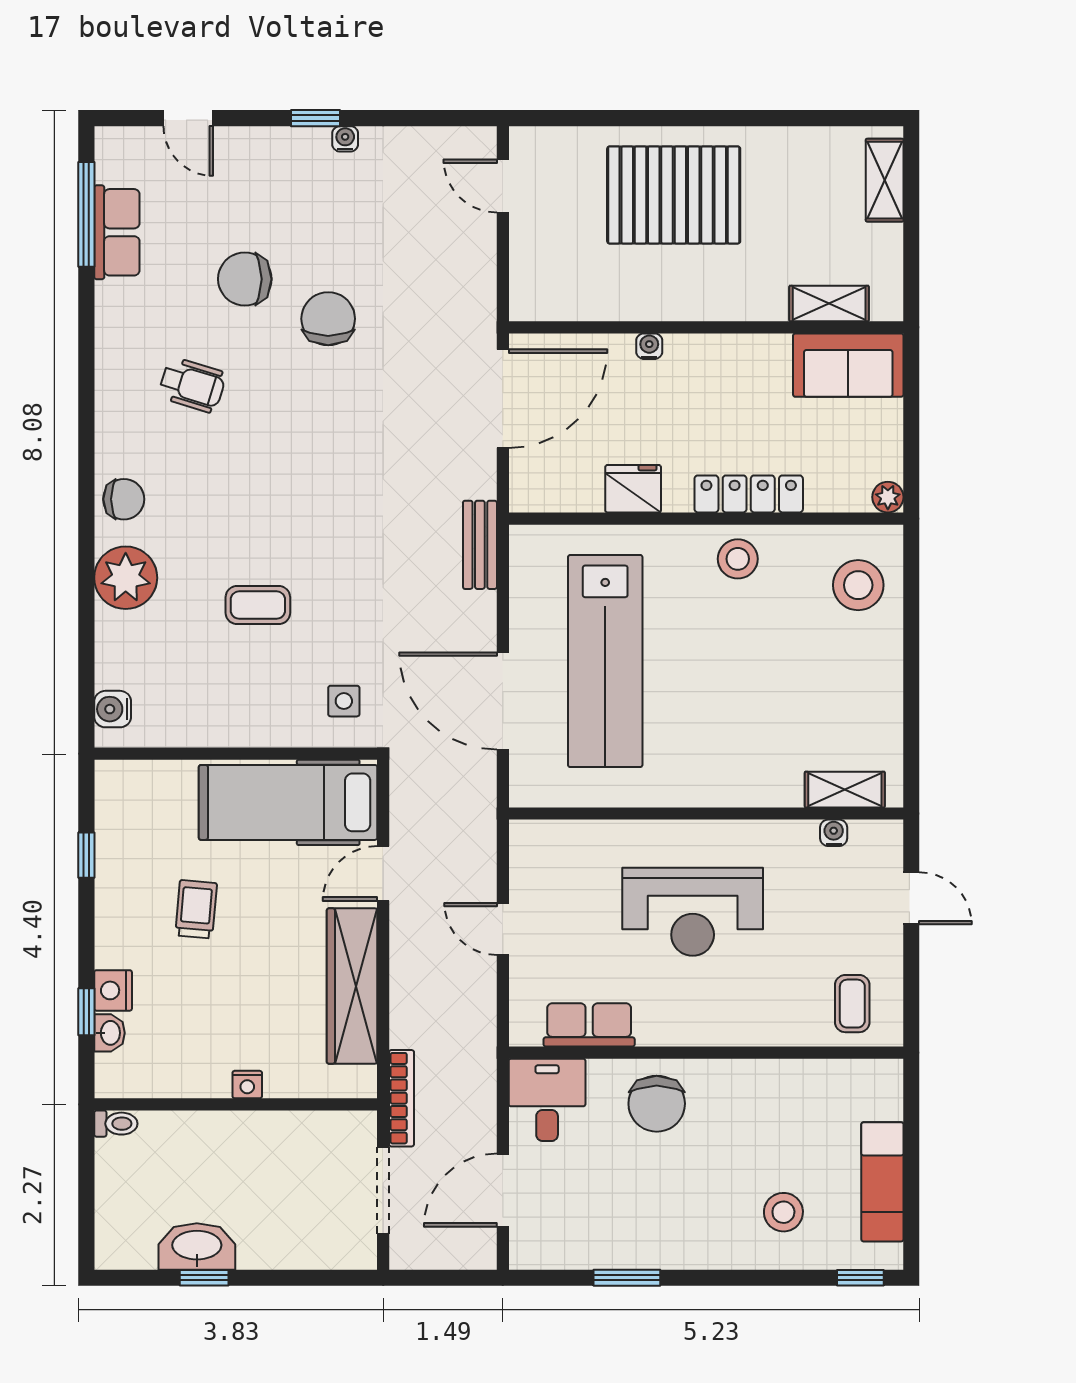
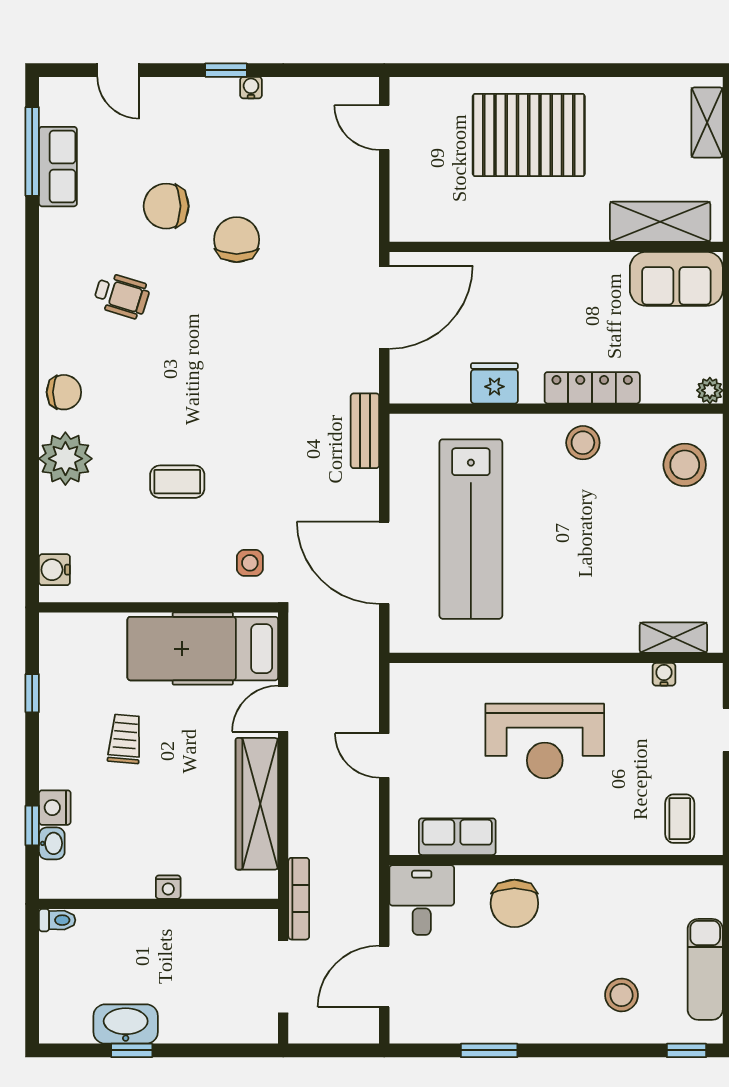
shelving: (829, 303) -> (660, 222), width x1.50, depth x1.33
water cooler: (649, 346) -> (508, 263), removed

